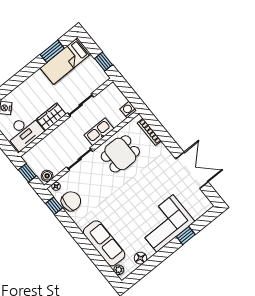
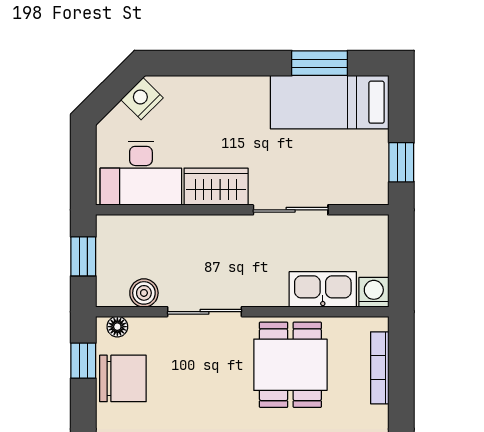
kitchen sink: (99, 132) -> (323, 289), moved
dining table: (120, 154) -> (290, 365), turned 90
boiler: (47, 176) -> (144, 293), moved

